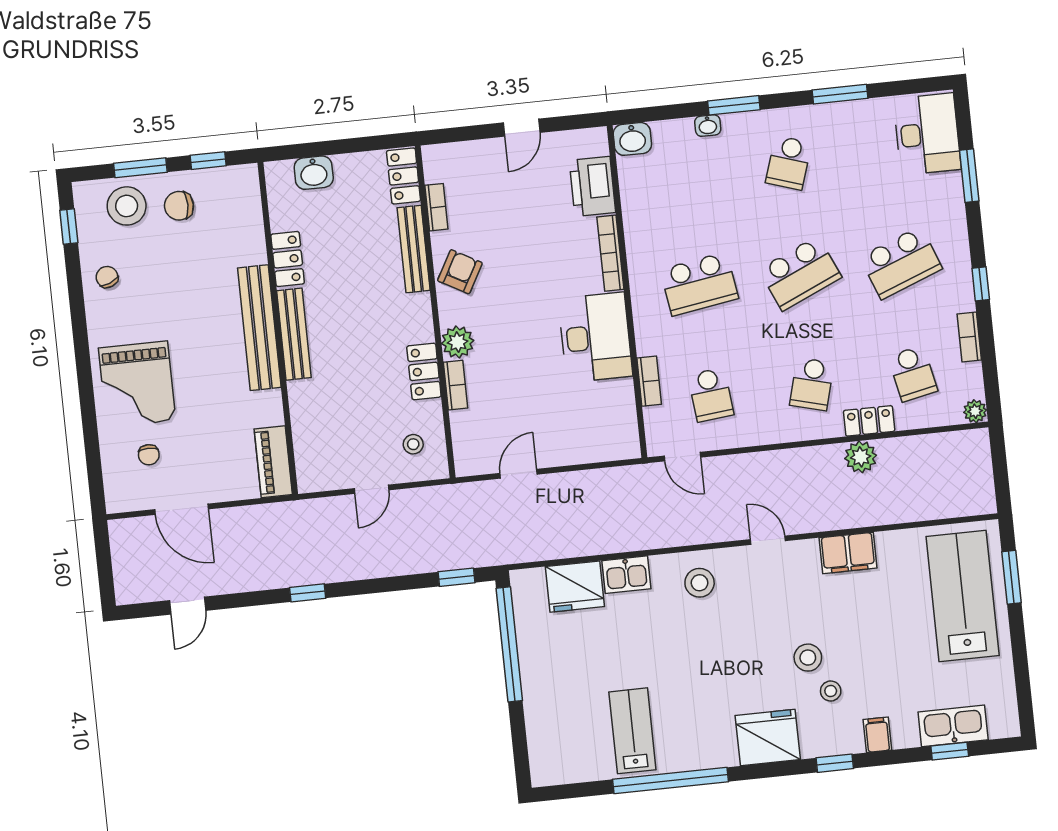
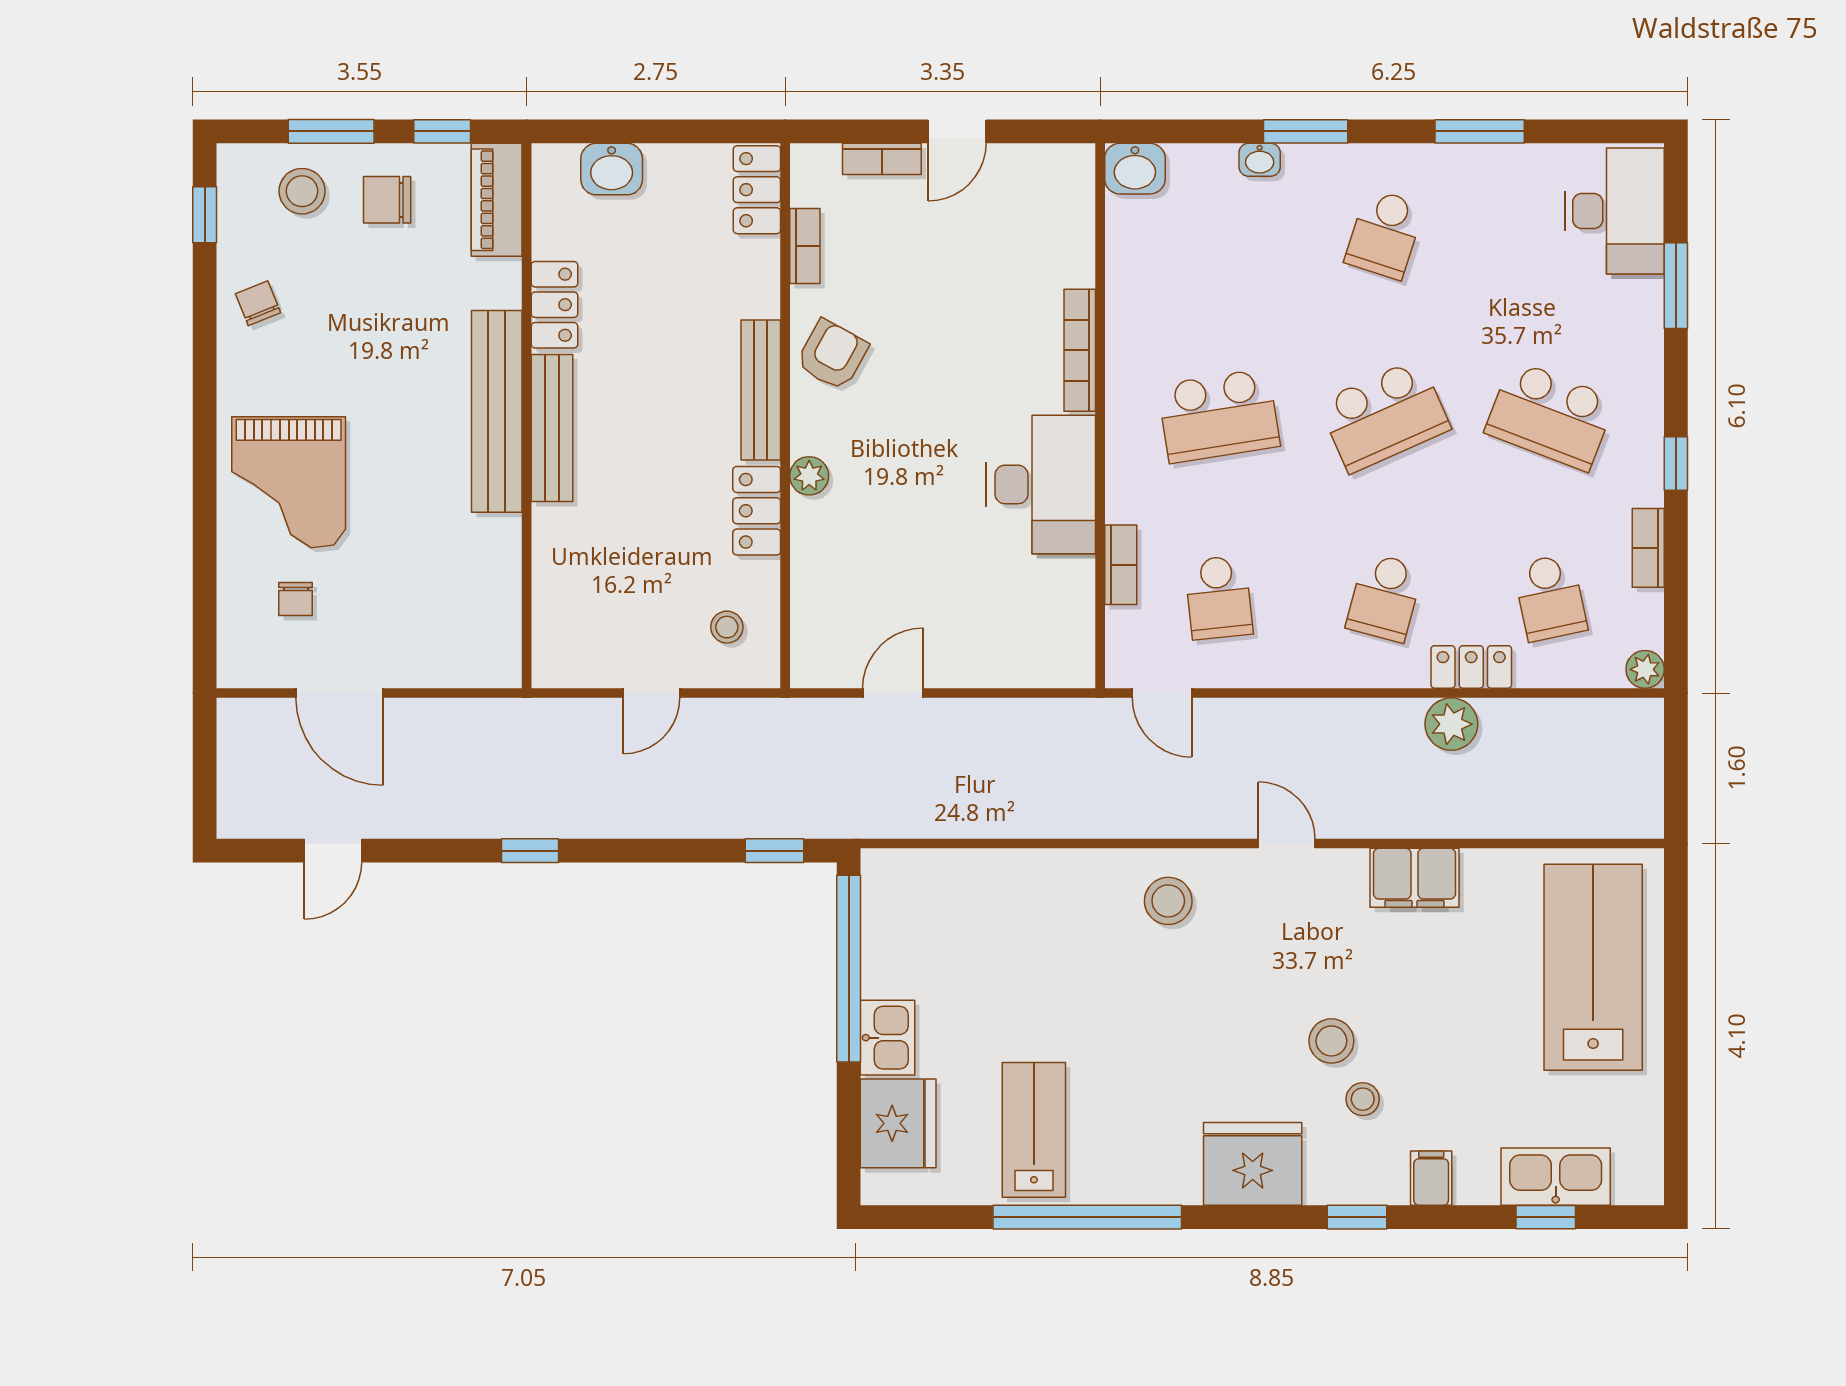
printer: (592, 186) -> (1062, 239), removed
stool: (127, 206) -> (302, 191), width x0.73, depth x0.73
bench: (414, 249) -> (761, 390), moved
school desk: (901, 263) -> (1550, 416), turned 42
plant: (458, 342) -> (809, 476), width x0.73, depth x0.73
bookcase: (455, 385) -> (882, 159), moved, turned 90
piano: (273, 462) -> (497, 200), moved
kitchen sink: (626, 575) -> (887, 1038), moved, turned -90
window: (1011, 577) -> (1676, 945), removed
fridge: (575, 587) -> (898, 1123), moved, turned -90

